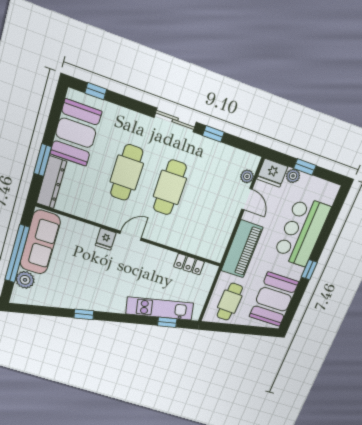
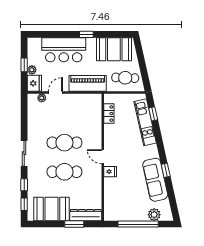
window: (213, 134) -> (24, 185), moved
sofa: (40, 242) -> (155, 180), moved, turned -102

